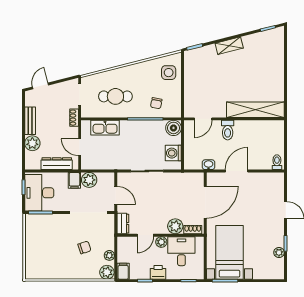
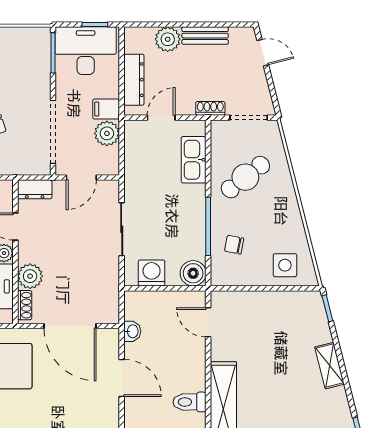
cafe table: (115, 96) -> (245, 177), turned 52
toilet: (228, 130) -> (190, 402), moved

